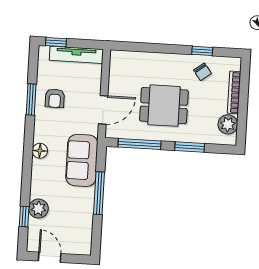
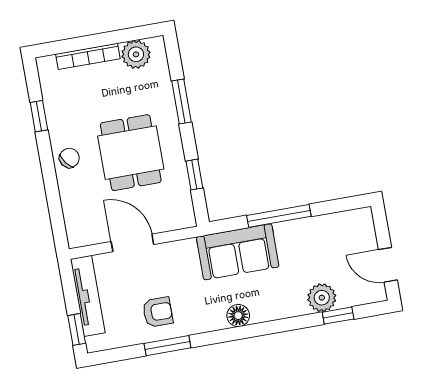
chair: (202, 72) -> (69, 158), moved
door: (103, 110) -> (132, 243), moved
window: (139, 144) -> (194, 175), width x0.46
door: (50, 257) -> (388, 265), hinge flipped

